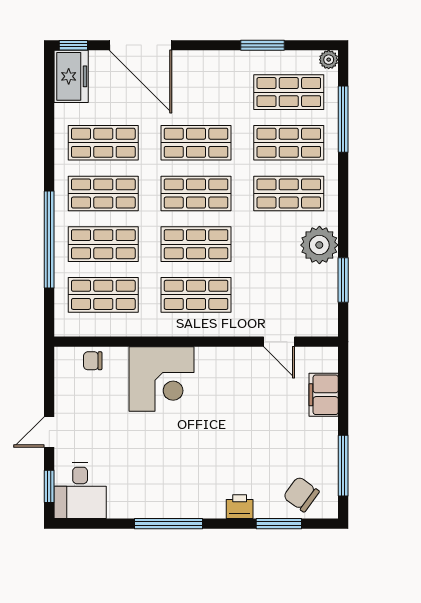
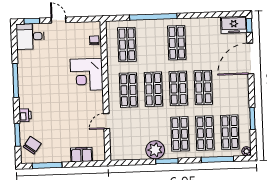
shop shelf: (103, 143) -> (202, 42), removed
shop shelf: (103, 244) -> (152, 44), removed
window: (343, 280) -> (167, 161), moved
door: (279, 342) -> (107, 121), moved

